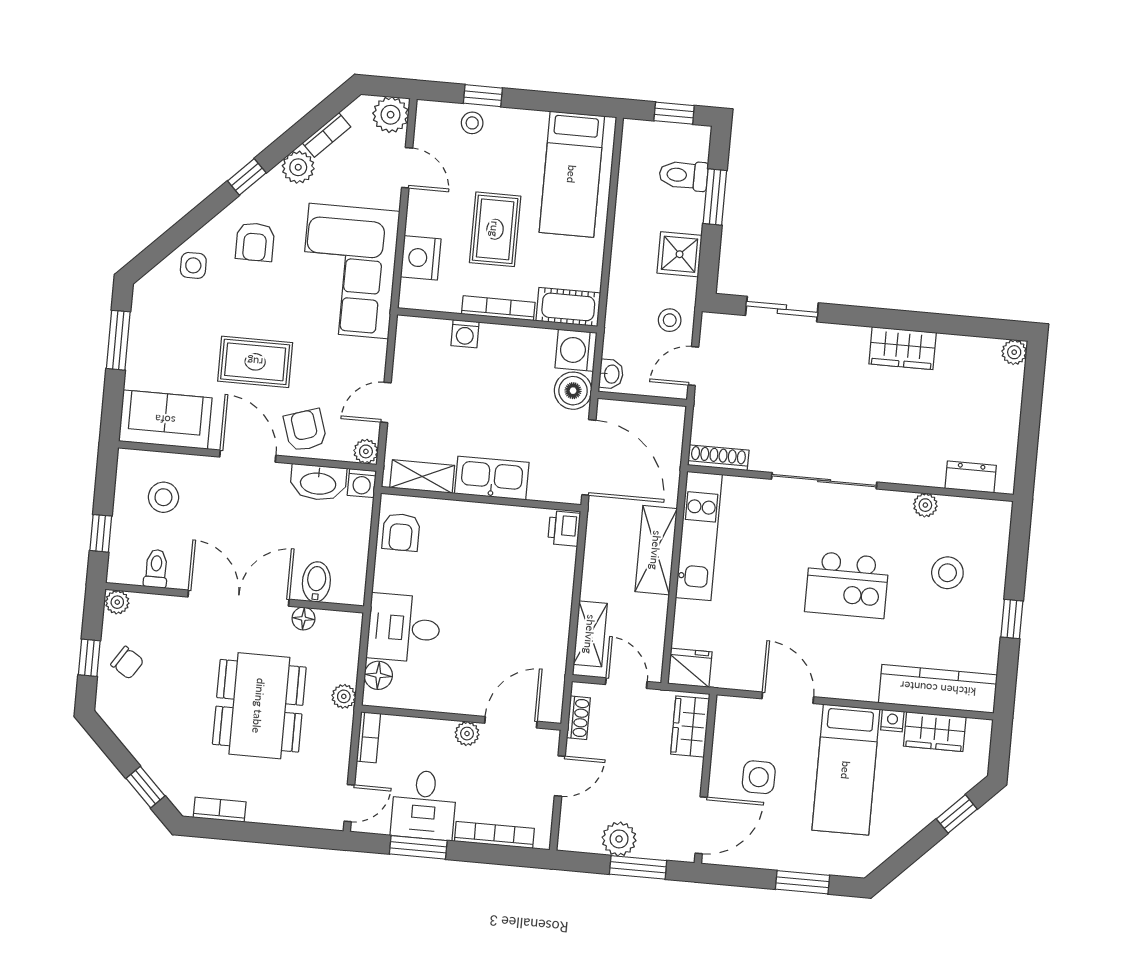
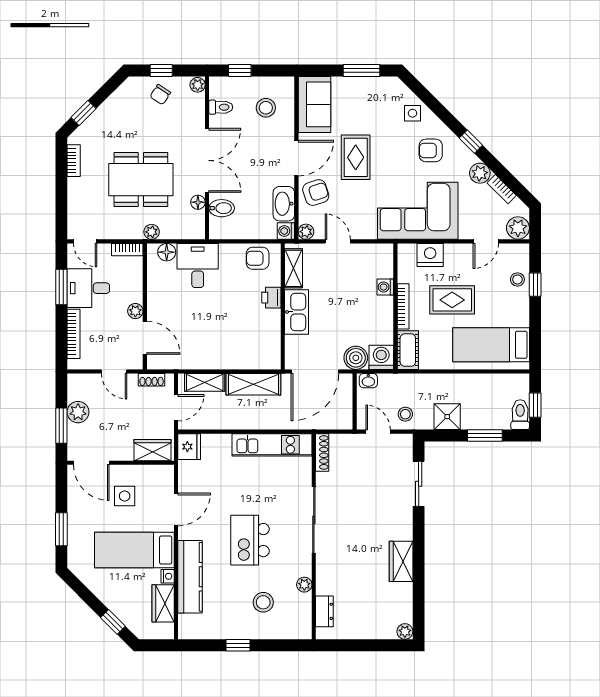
toilet: (683, 175) -> (520, 415), moved
printer: (564, 528) -> (271, 298), moved, turned -90
shelving: (656, 550) -> (253, 384), moved
kitchen counter: (938, 689) -> (190, 577), moved

